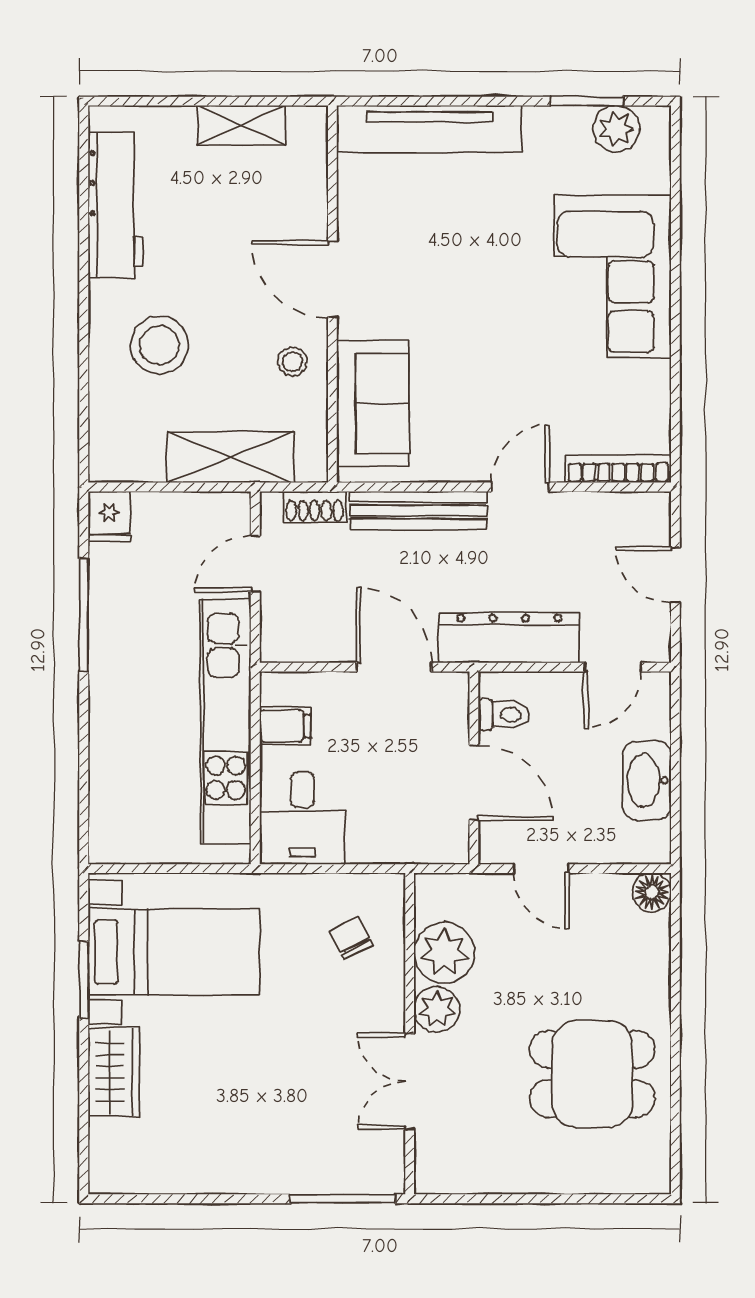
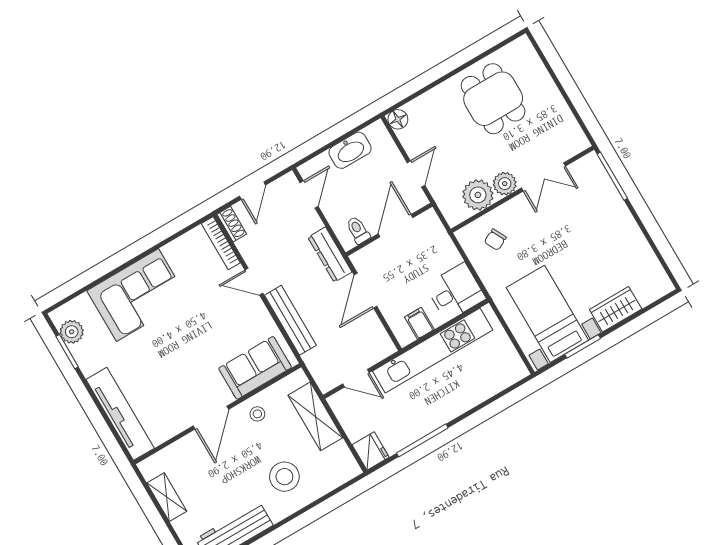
shoe rack: (315, 507) -> (232, 224), moved
fridge: (109, 516) -> (371, 451), width x1.38
dresser: (509, 638) -> (330, 255), width x0.73, depth x0.80
door: (613, 667) -> (309, 194), hinge flipped

